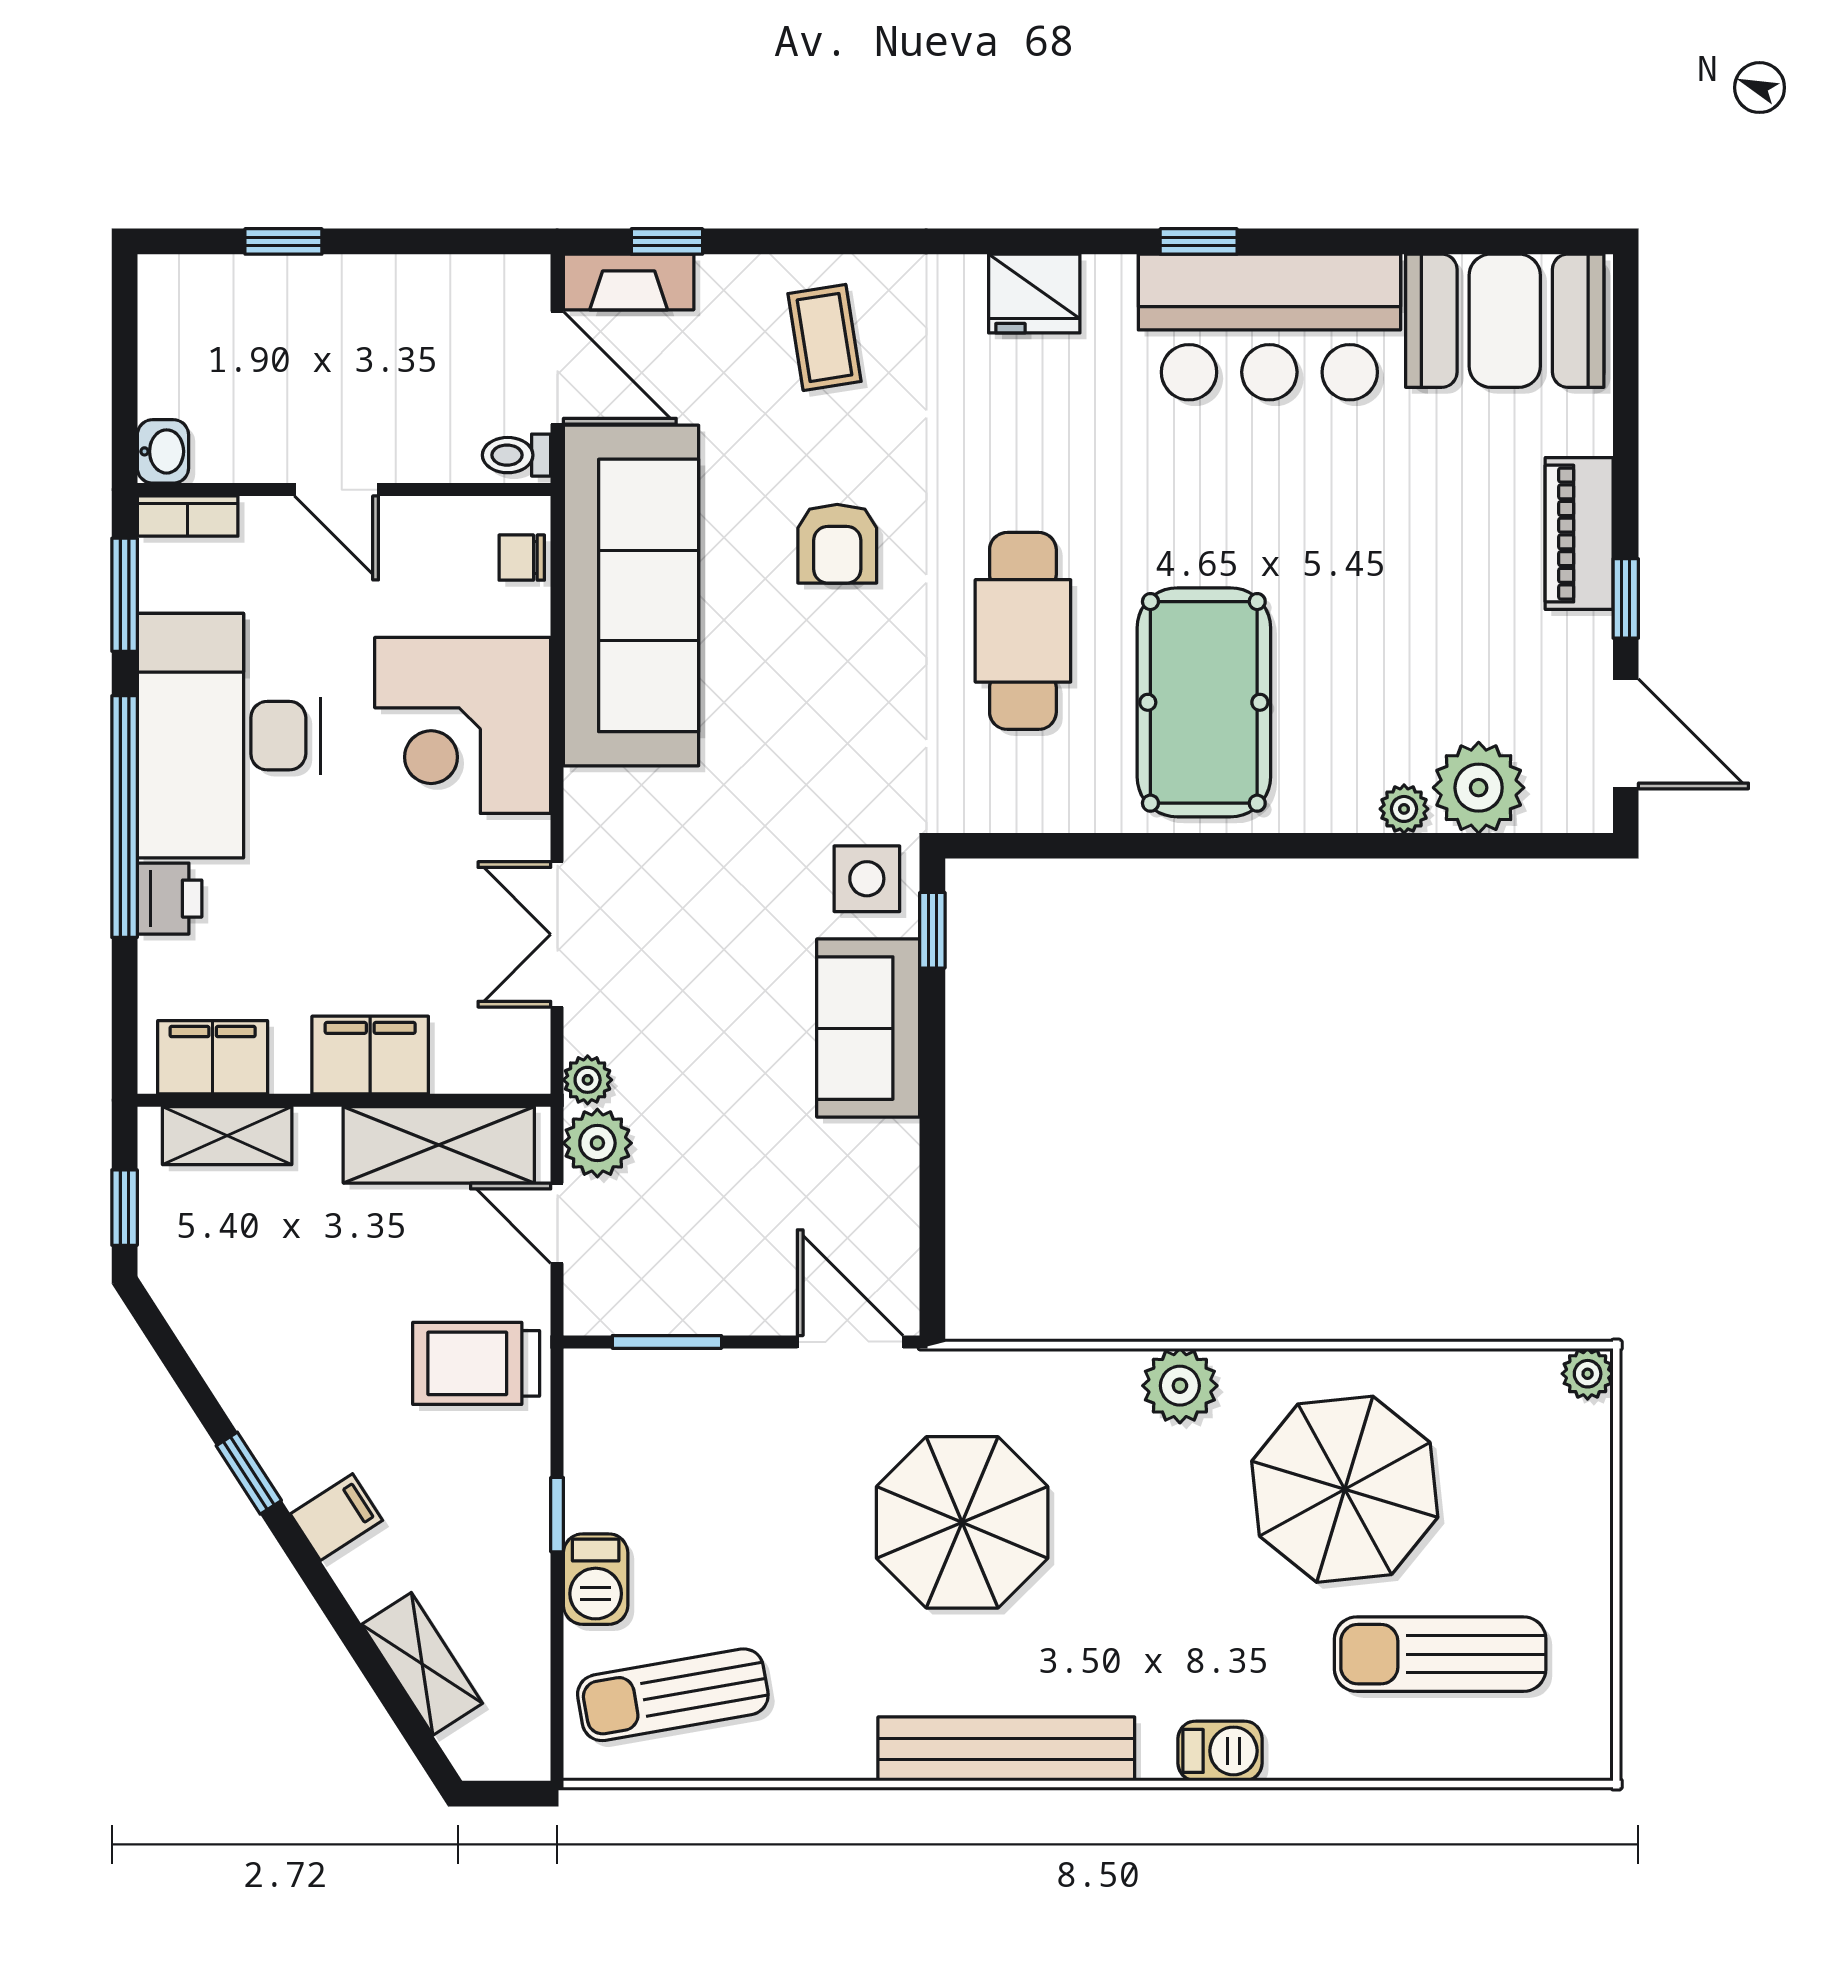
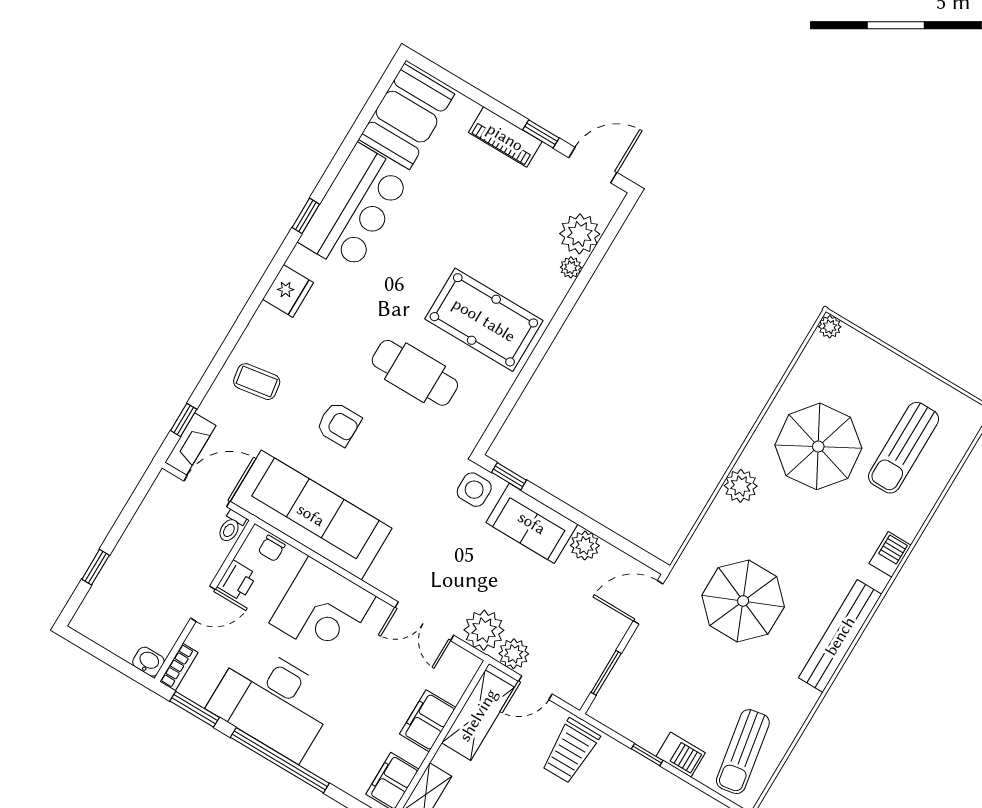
printer: (170, 899) -> (237, 581), moved, turned 90
plant: (588, 1080) -> (484, 630), width x1.88, depth x1.88
plant: (887, 1155) -> (585, 546), added

